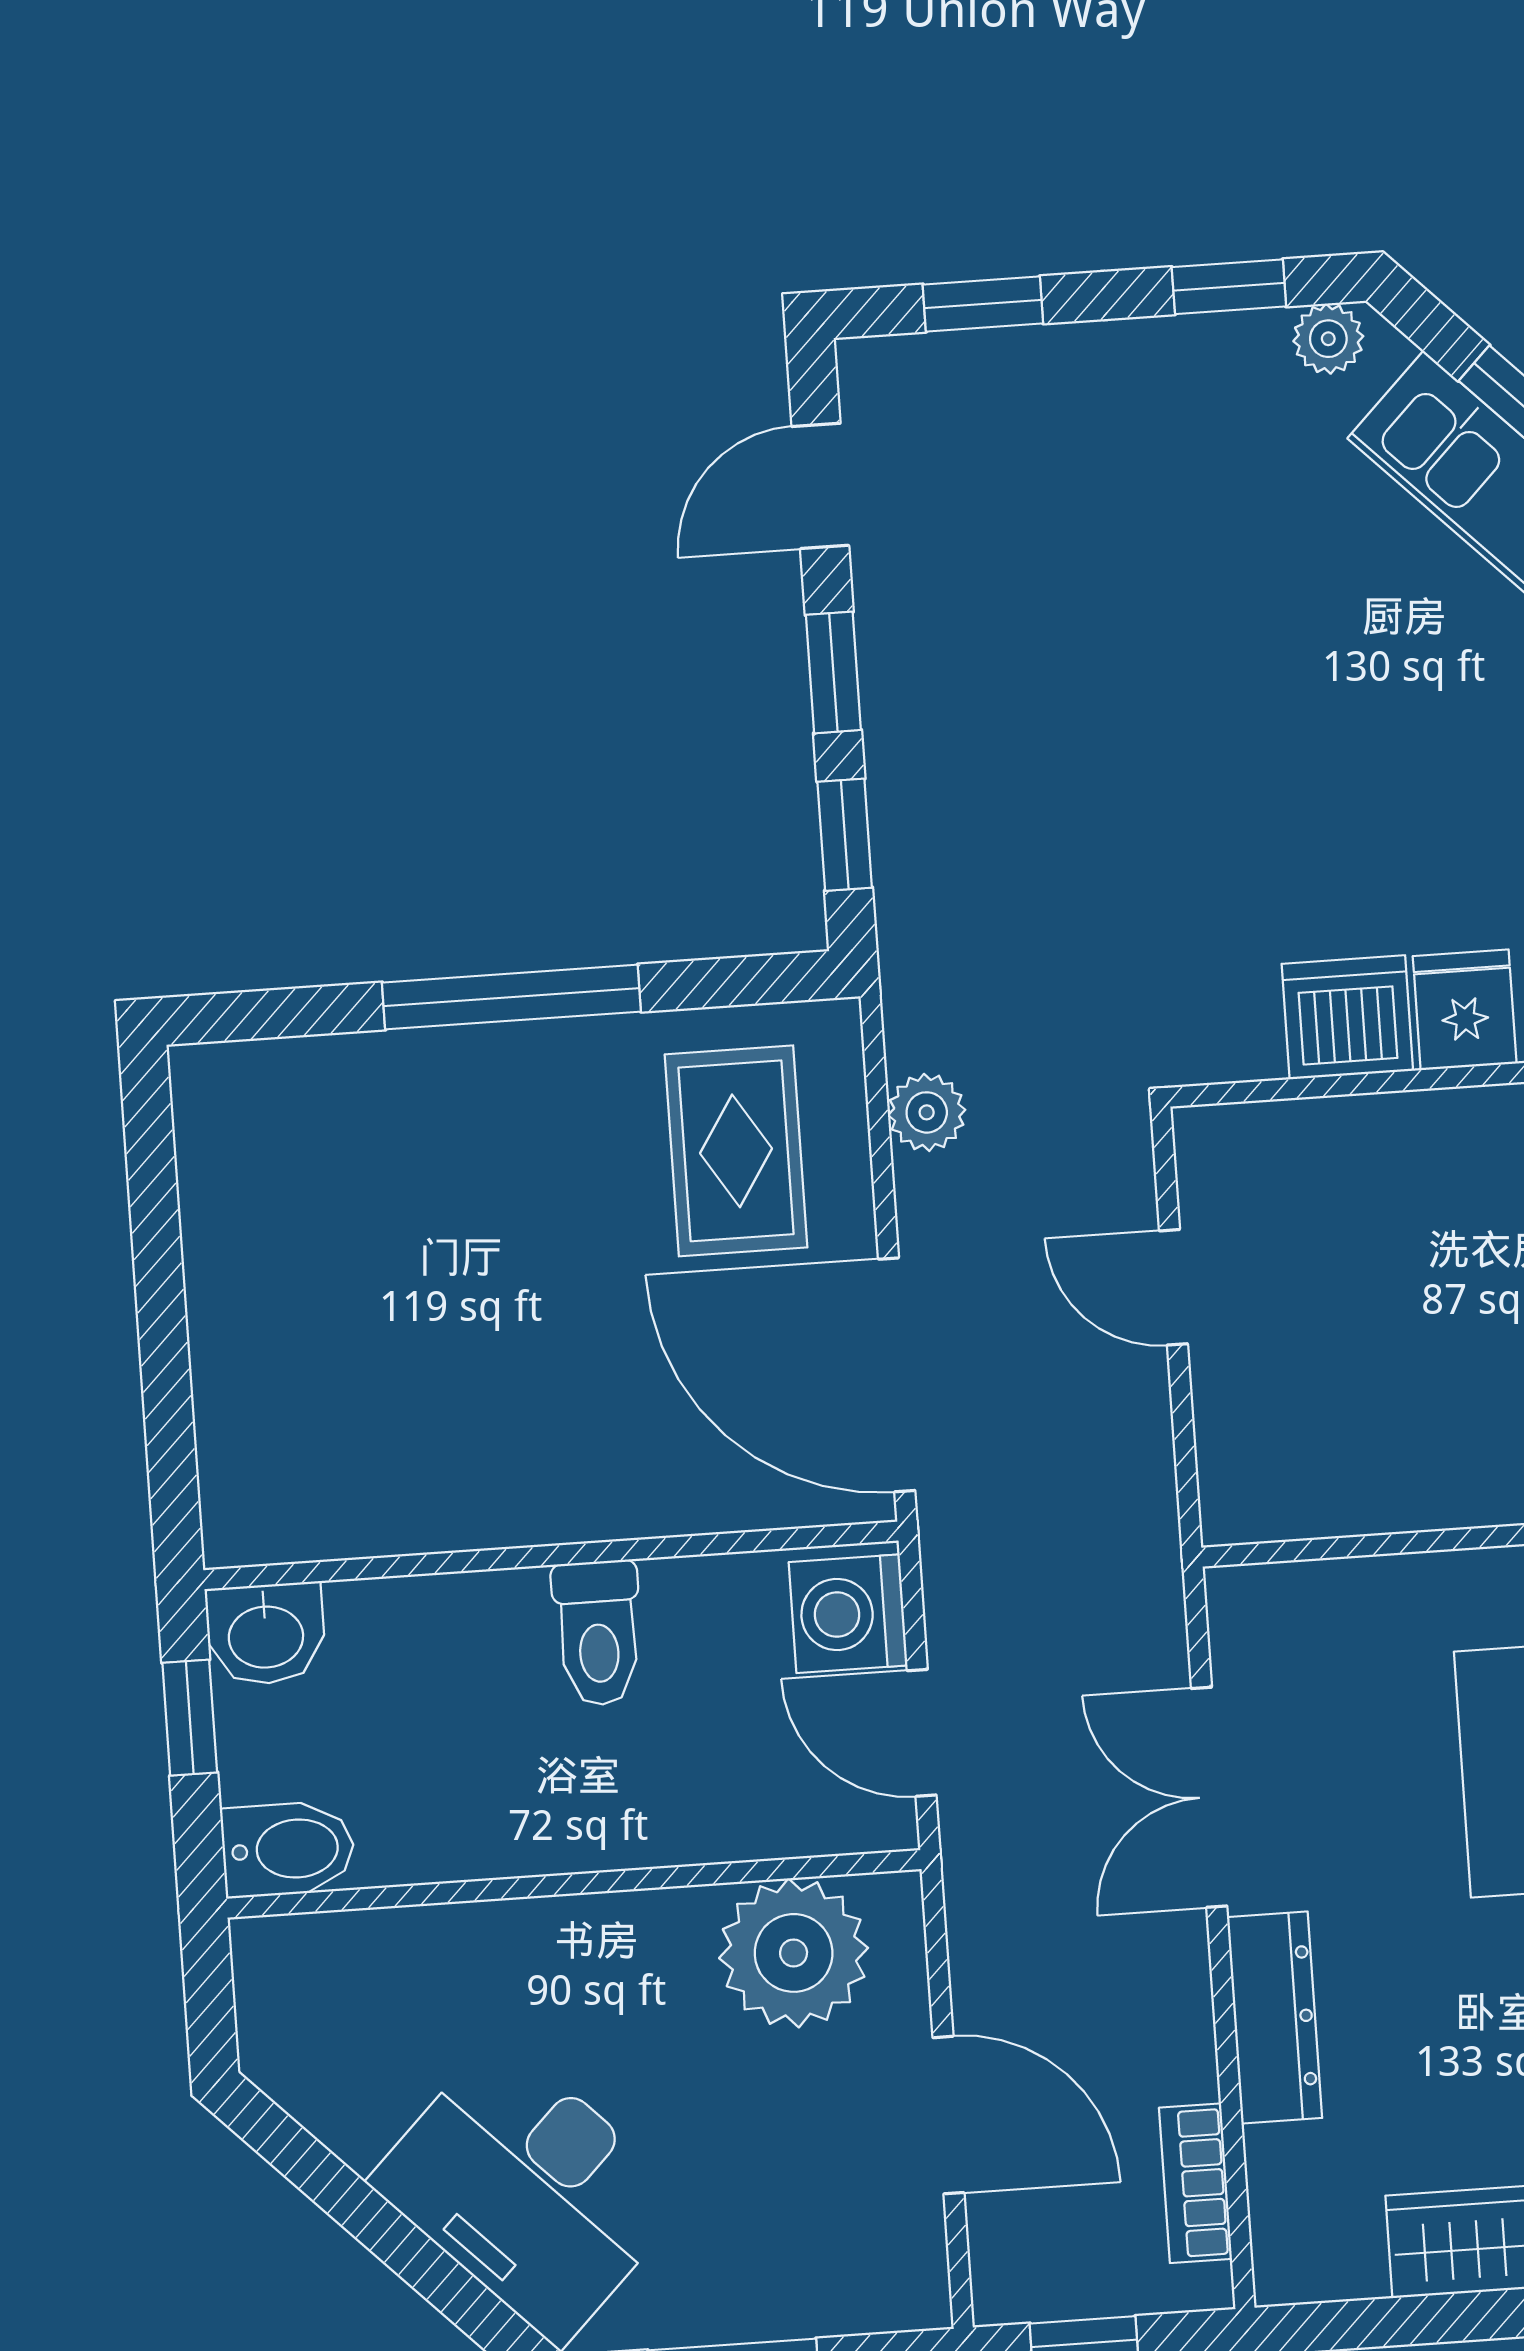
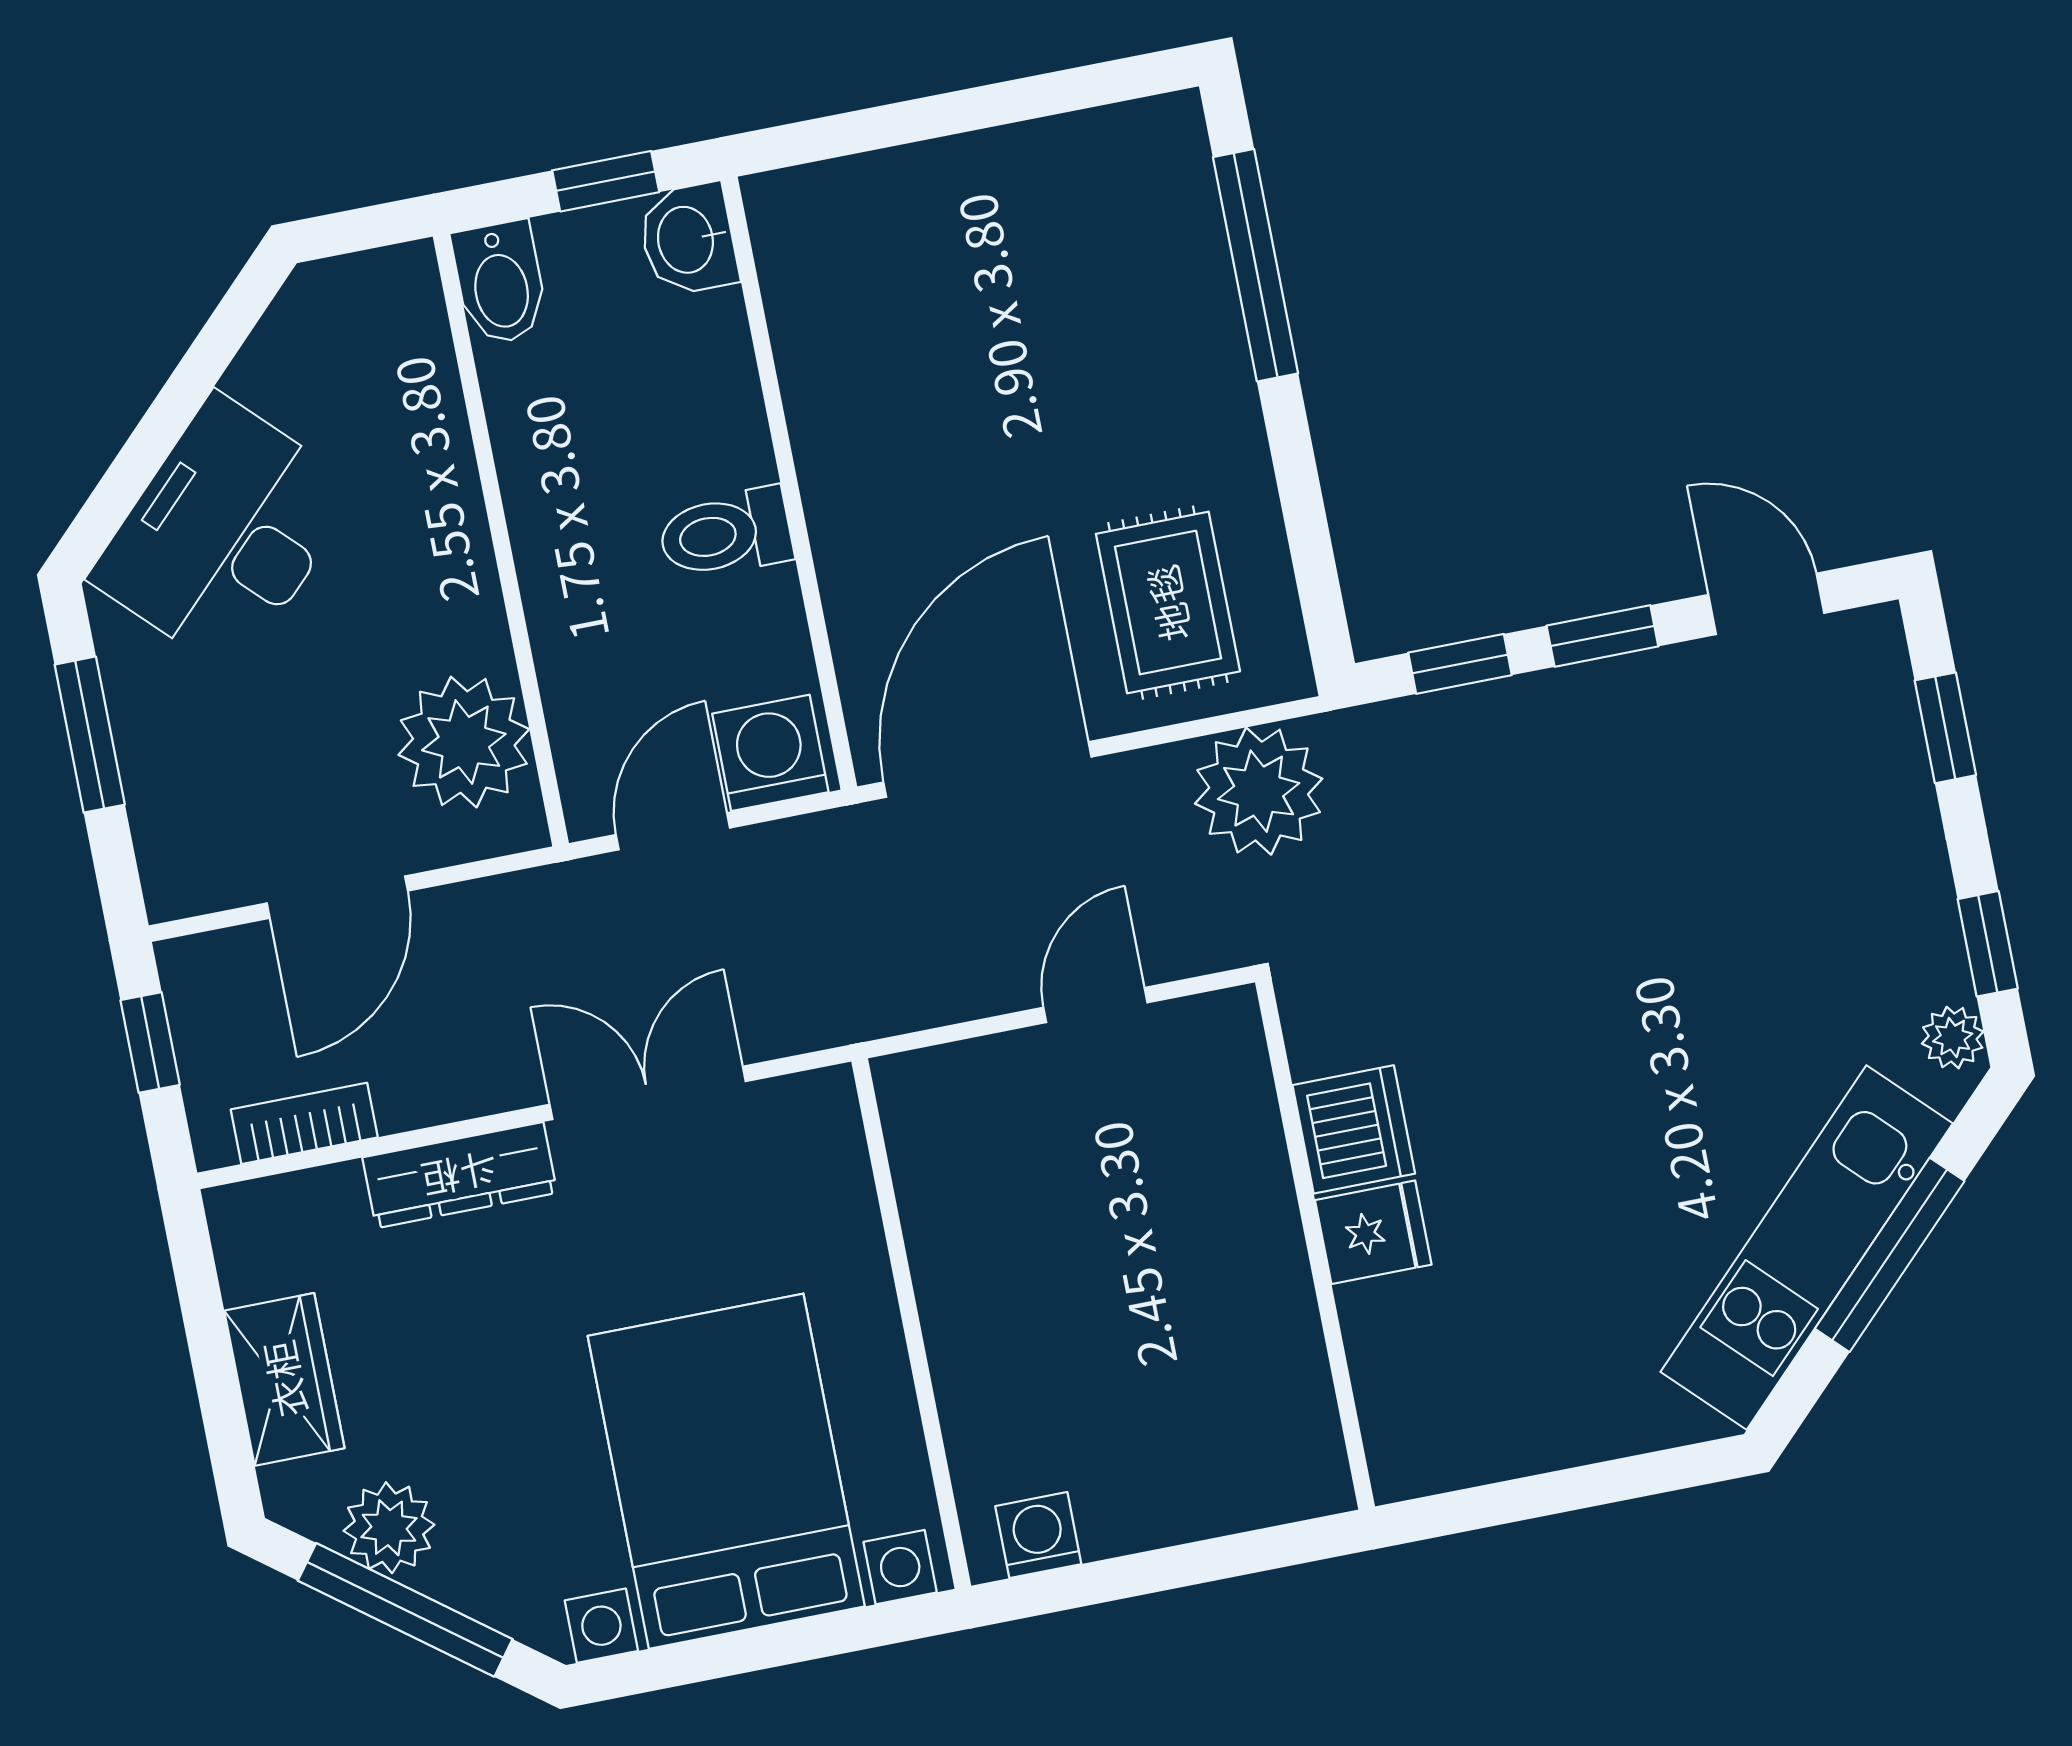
window: (511, 997) -> (1256, 265), moved
plant: (927, 1112) -> (1259, 791), width x1.88, depth x1.88
rug: (736, 1151) -> (1168, 603), turned 90

